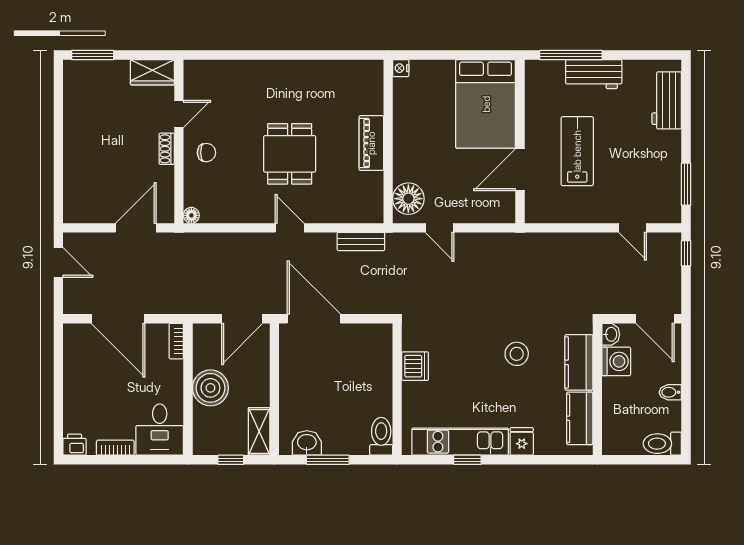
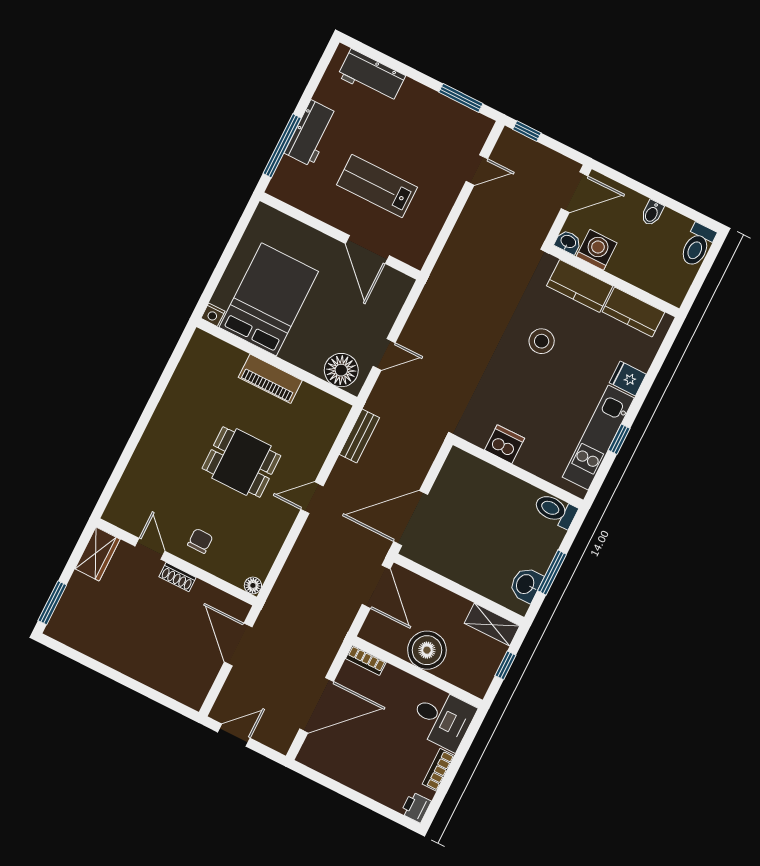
bed: (486, 104) -> (269, 299), moved, turned -90

